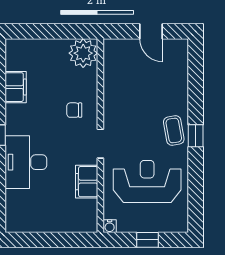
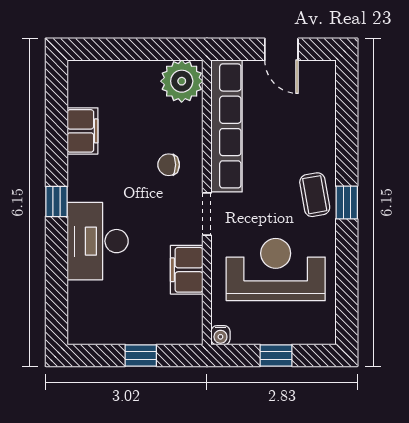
row of seats: (114, 84) -> (227, 126), added
window: (55, 240) -> (141, 355), added

